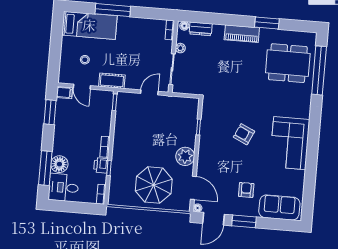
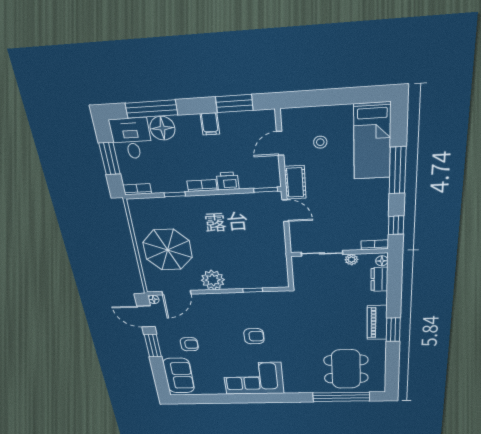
window: (155, 14) -> (396, 225), added
window: (267, 23) -> (393, 330), moved
door: (149, 92) -> (285, 211), moved
filing cabinet: (64, 93) -> (210, 124), moved
armchair: (244, 134) -> (254, 336), turned 65
printer: (101, 165) -> (228, 181), moved
window: (76, 207) -> (110, 159), added

